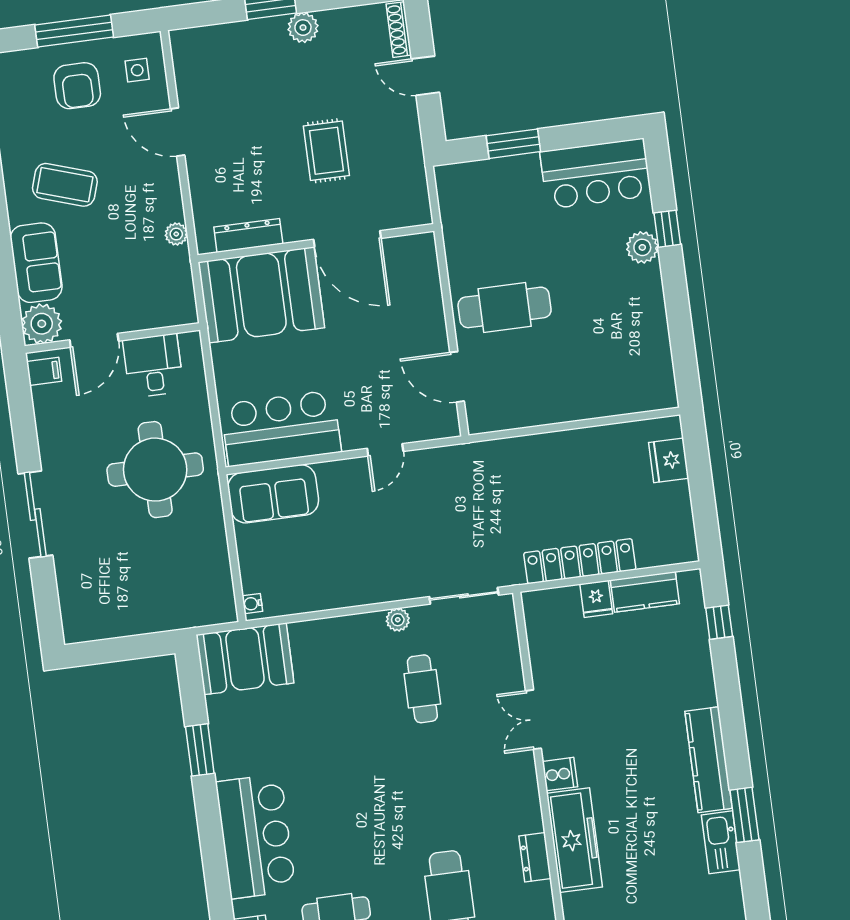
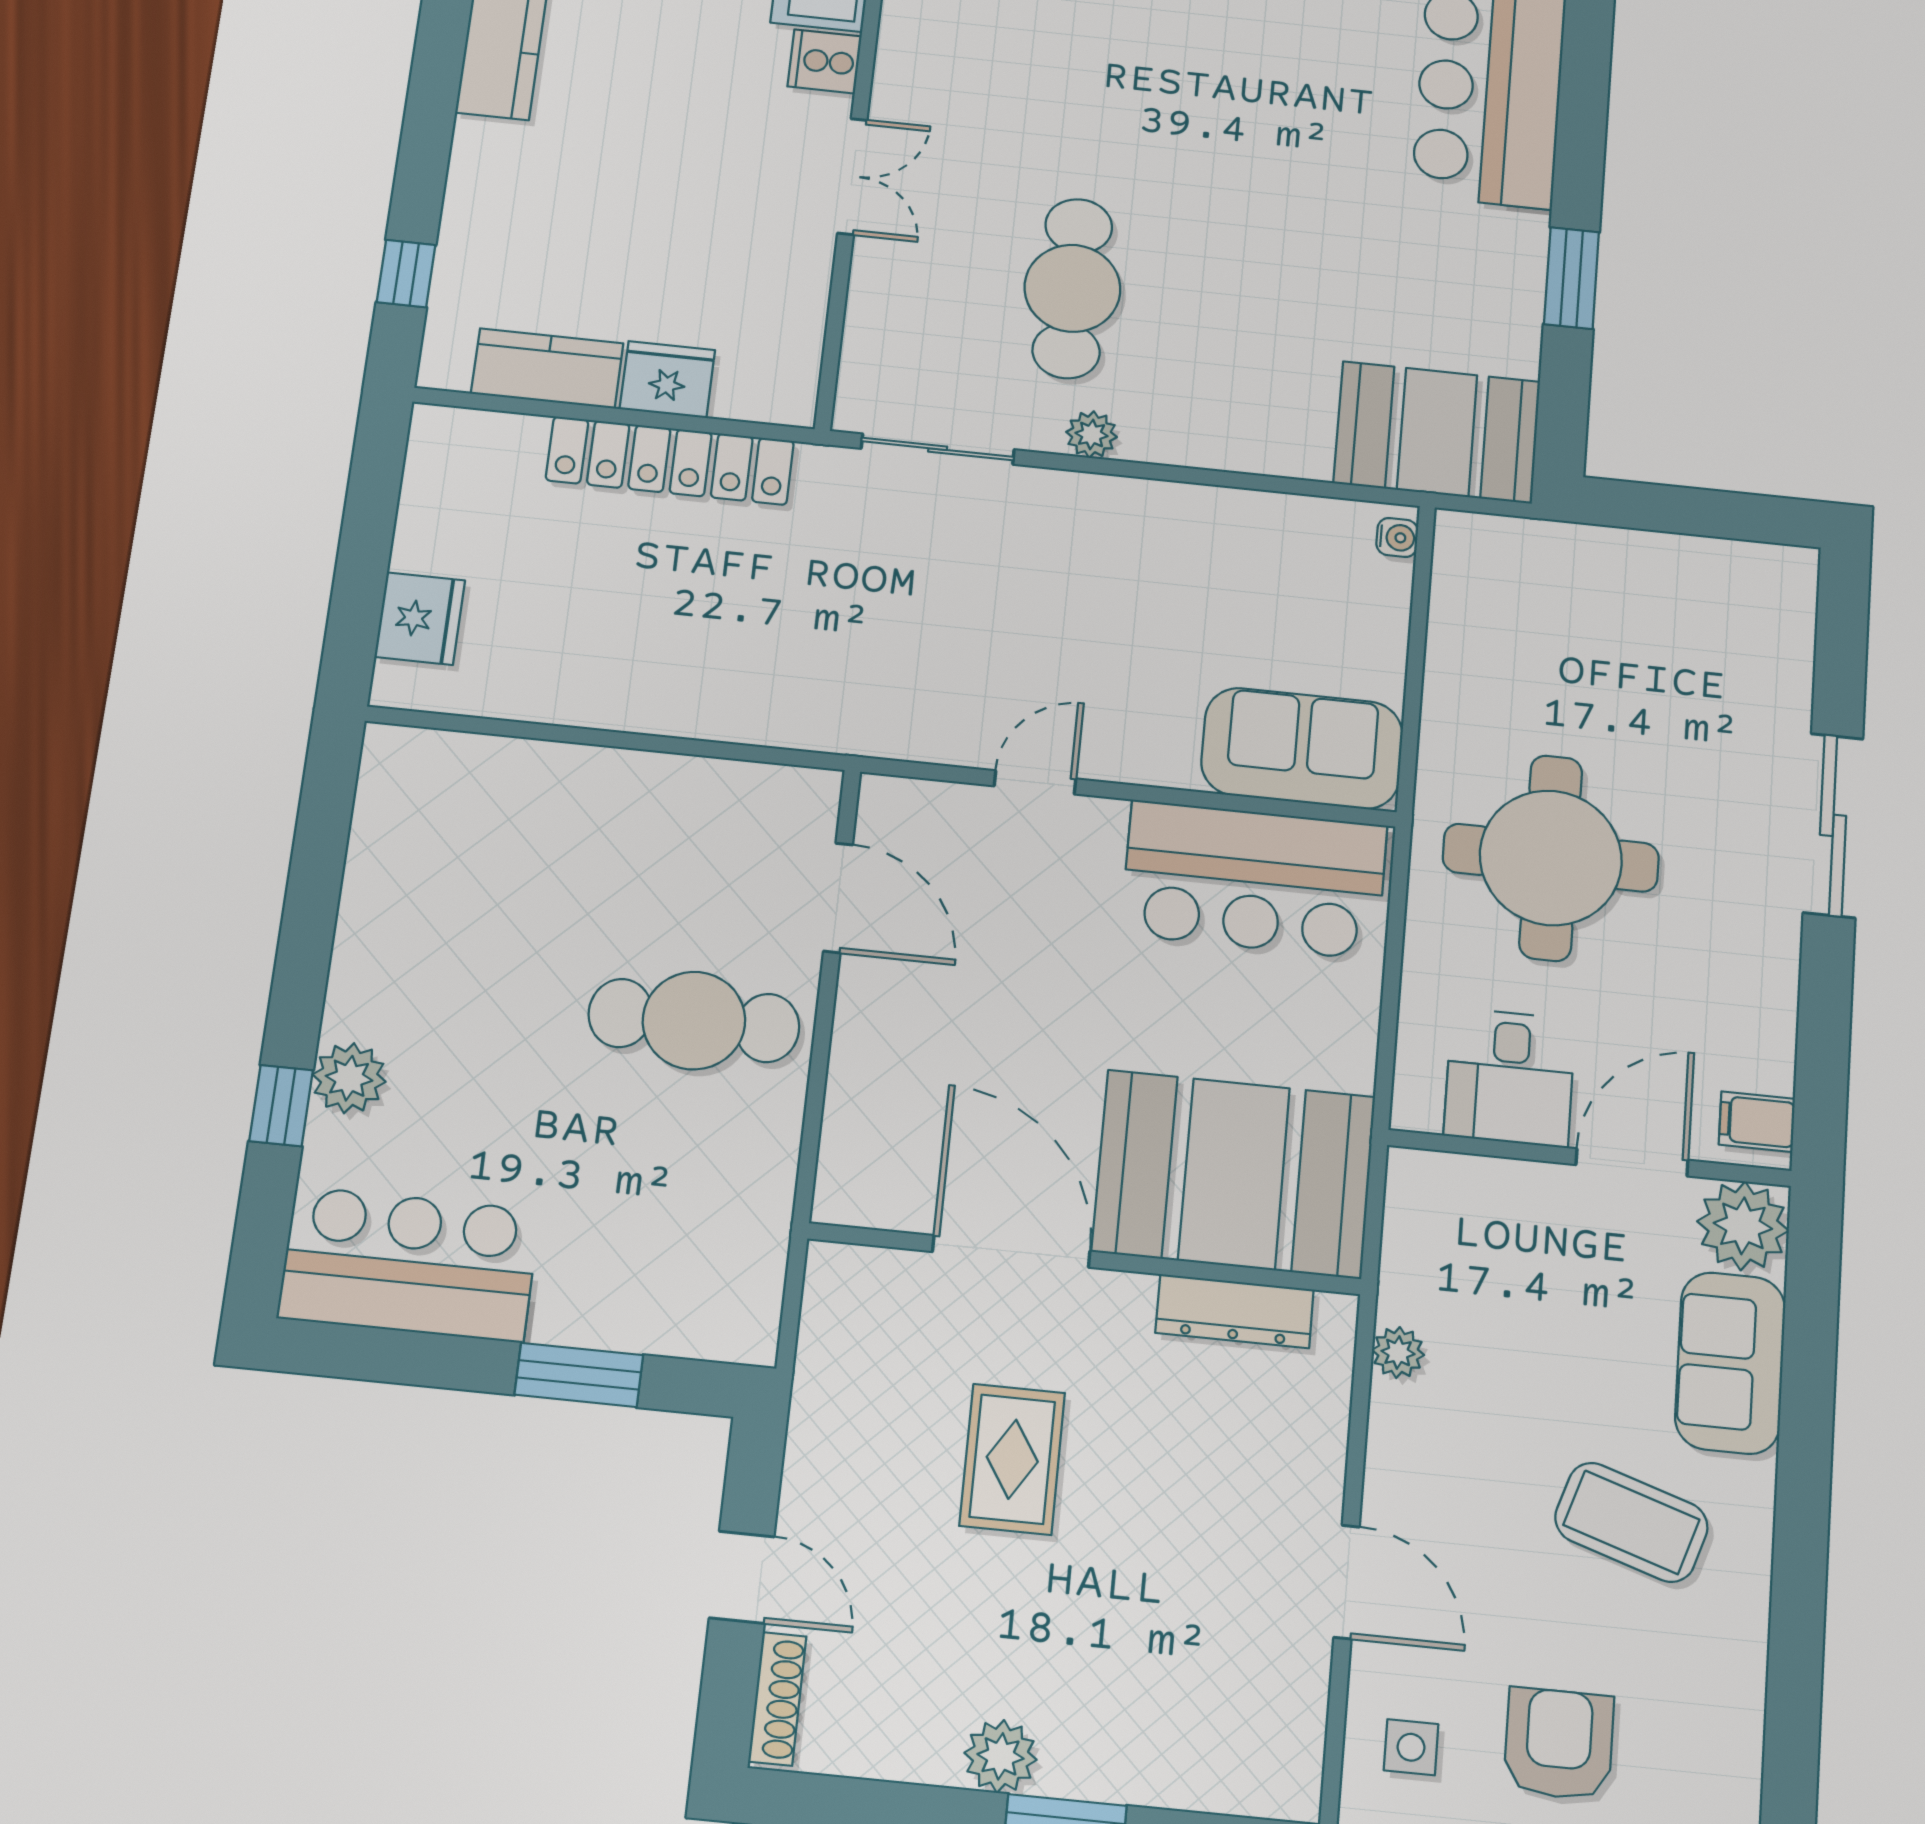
fridge: (596, 599) -> (667, 380), width x1.38
cafe table: (422, 689) -> (1072, 288), width x1.37, depth x1.35

